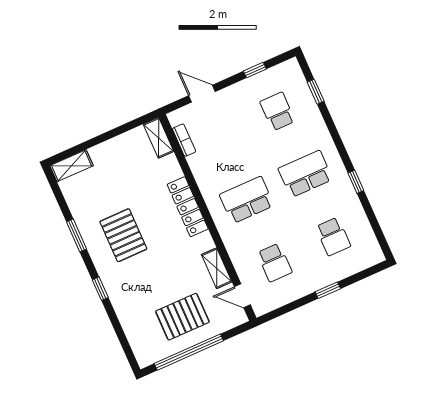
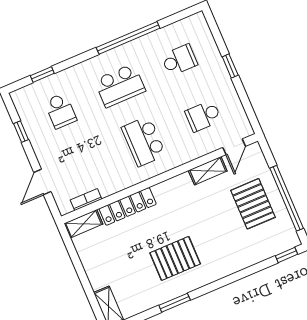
school desk: (277, 111) -> (60, 111), turned -90
school desk: (305, 174) -> (120, 85), turned -90
window: (356, 182) -> (128, 38), width x3.17
locker: (188, 207) -> (128, 206), moved
school desk: (275, 263) -> (203, 116), turned 180
window: (100, 289) -> (286, 255), moved

